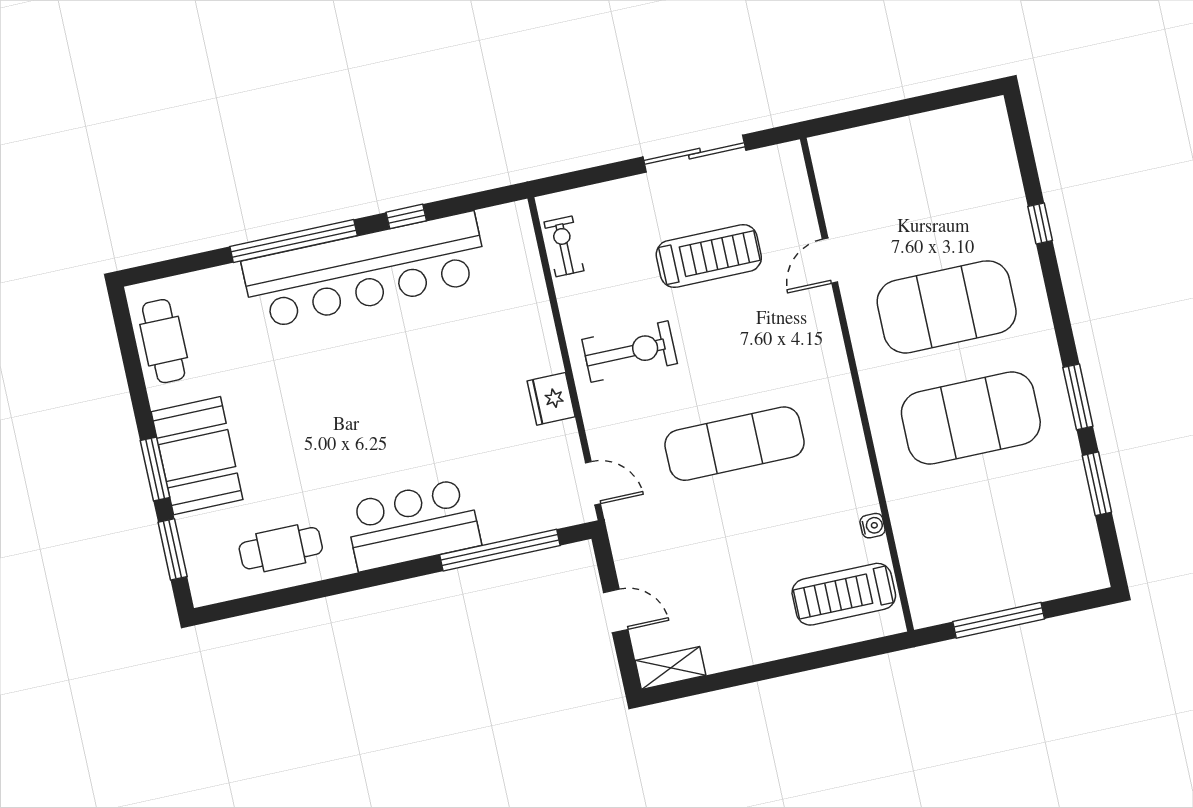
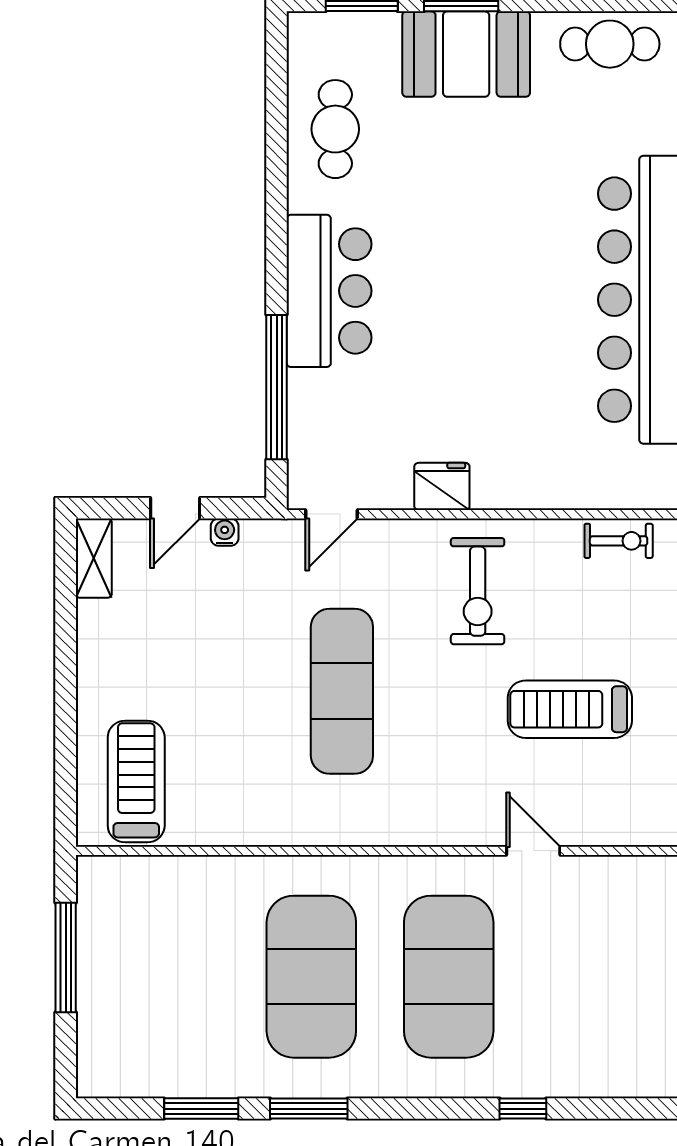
treadmill: (709, 256) -> (570, 709), turned 90
water cooler: (873, 526) -> (225, 532), moved, turned 180

